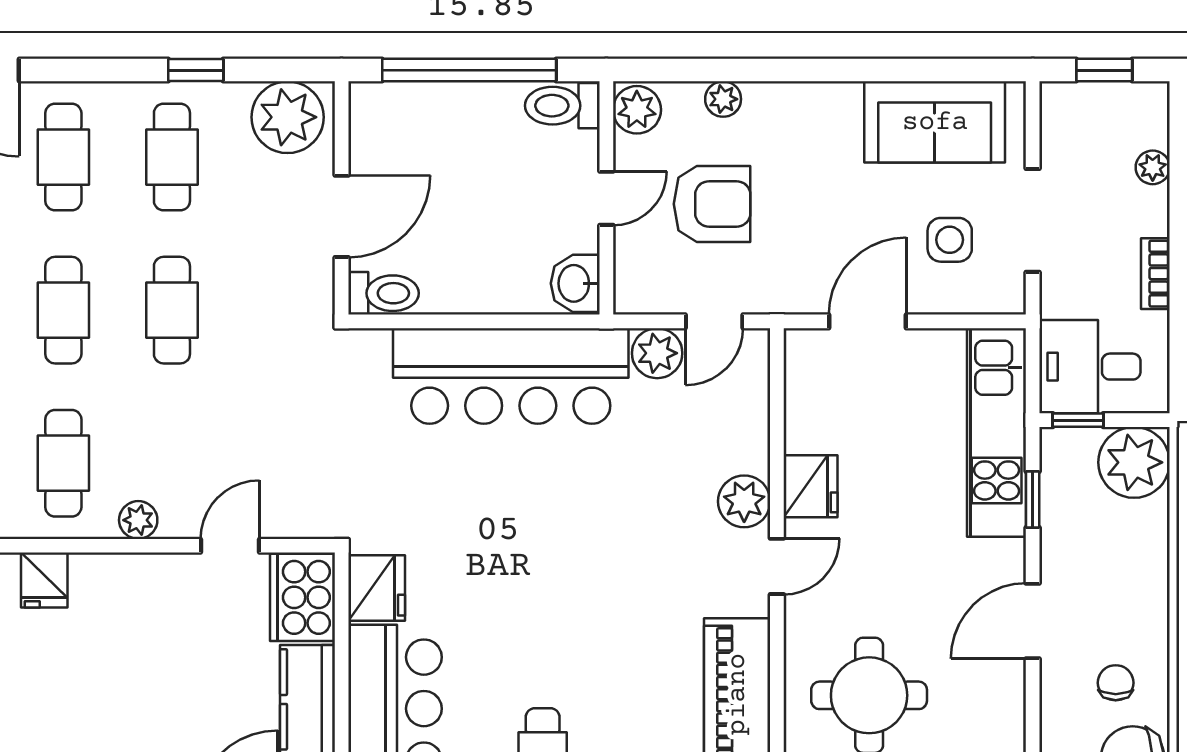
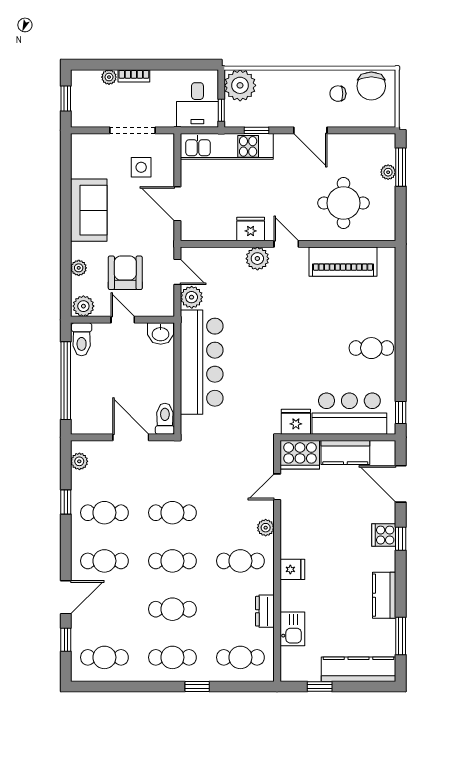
plant: (288, 117) -> (79, 461), width x0.53, depth x0.53
sofa: (935, 122) -> (89, 210), moved
bookcase: (1155, 274) -> (134, 76), moved
door: (230, 546) -> (277, 487), hinge flipped

